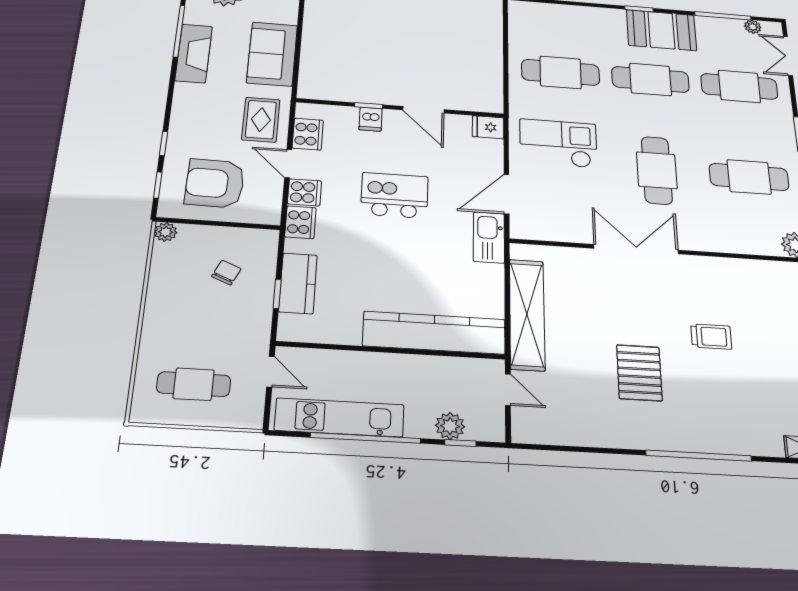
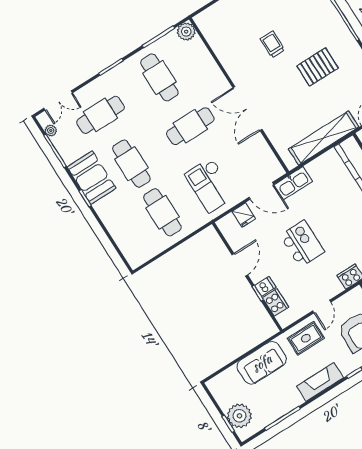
fireplace: (194, 53) -> (320, 382), moved
cafe table: (739, 86) -> (101, 115), turned 90
fridge: (488, 127) -> (244, 215), moved
cooker: (308, 134) -> (276, 302), moved, turned 90
cooker: (304, 192) -> (332, 287), removed
kitchen island: (395, 195) -> (302, 244), turned 180

